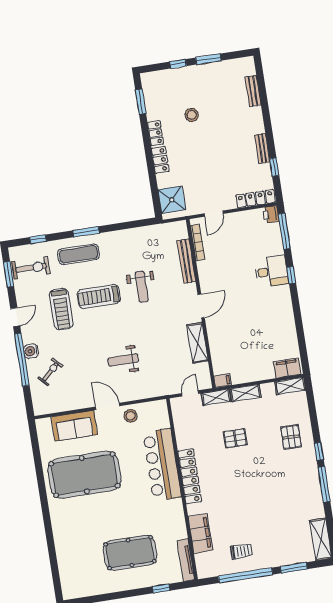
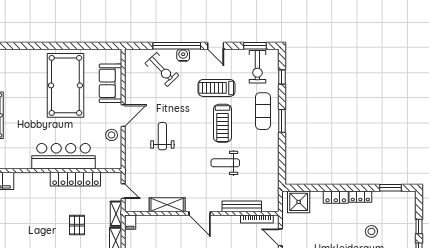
treadmill: (99, 296) -> (222, 123), turned 180
exercise bike: (50, 372) -> (162, 69), width x1.38, depth x1.39
locker: (190, 476) -> (75, 179), moved

